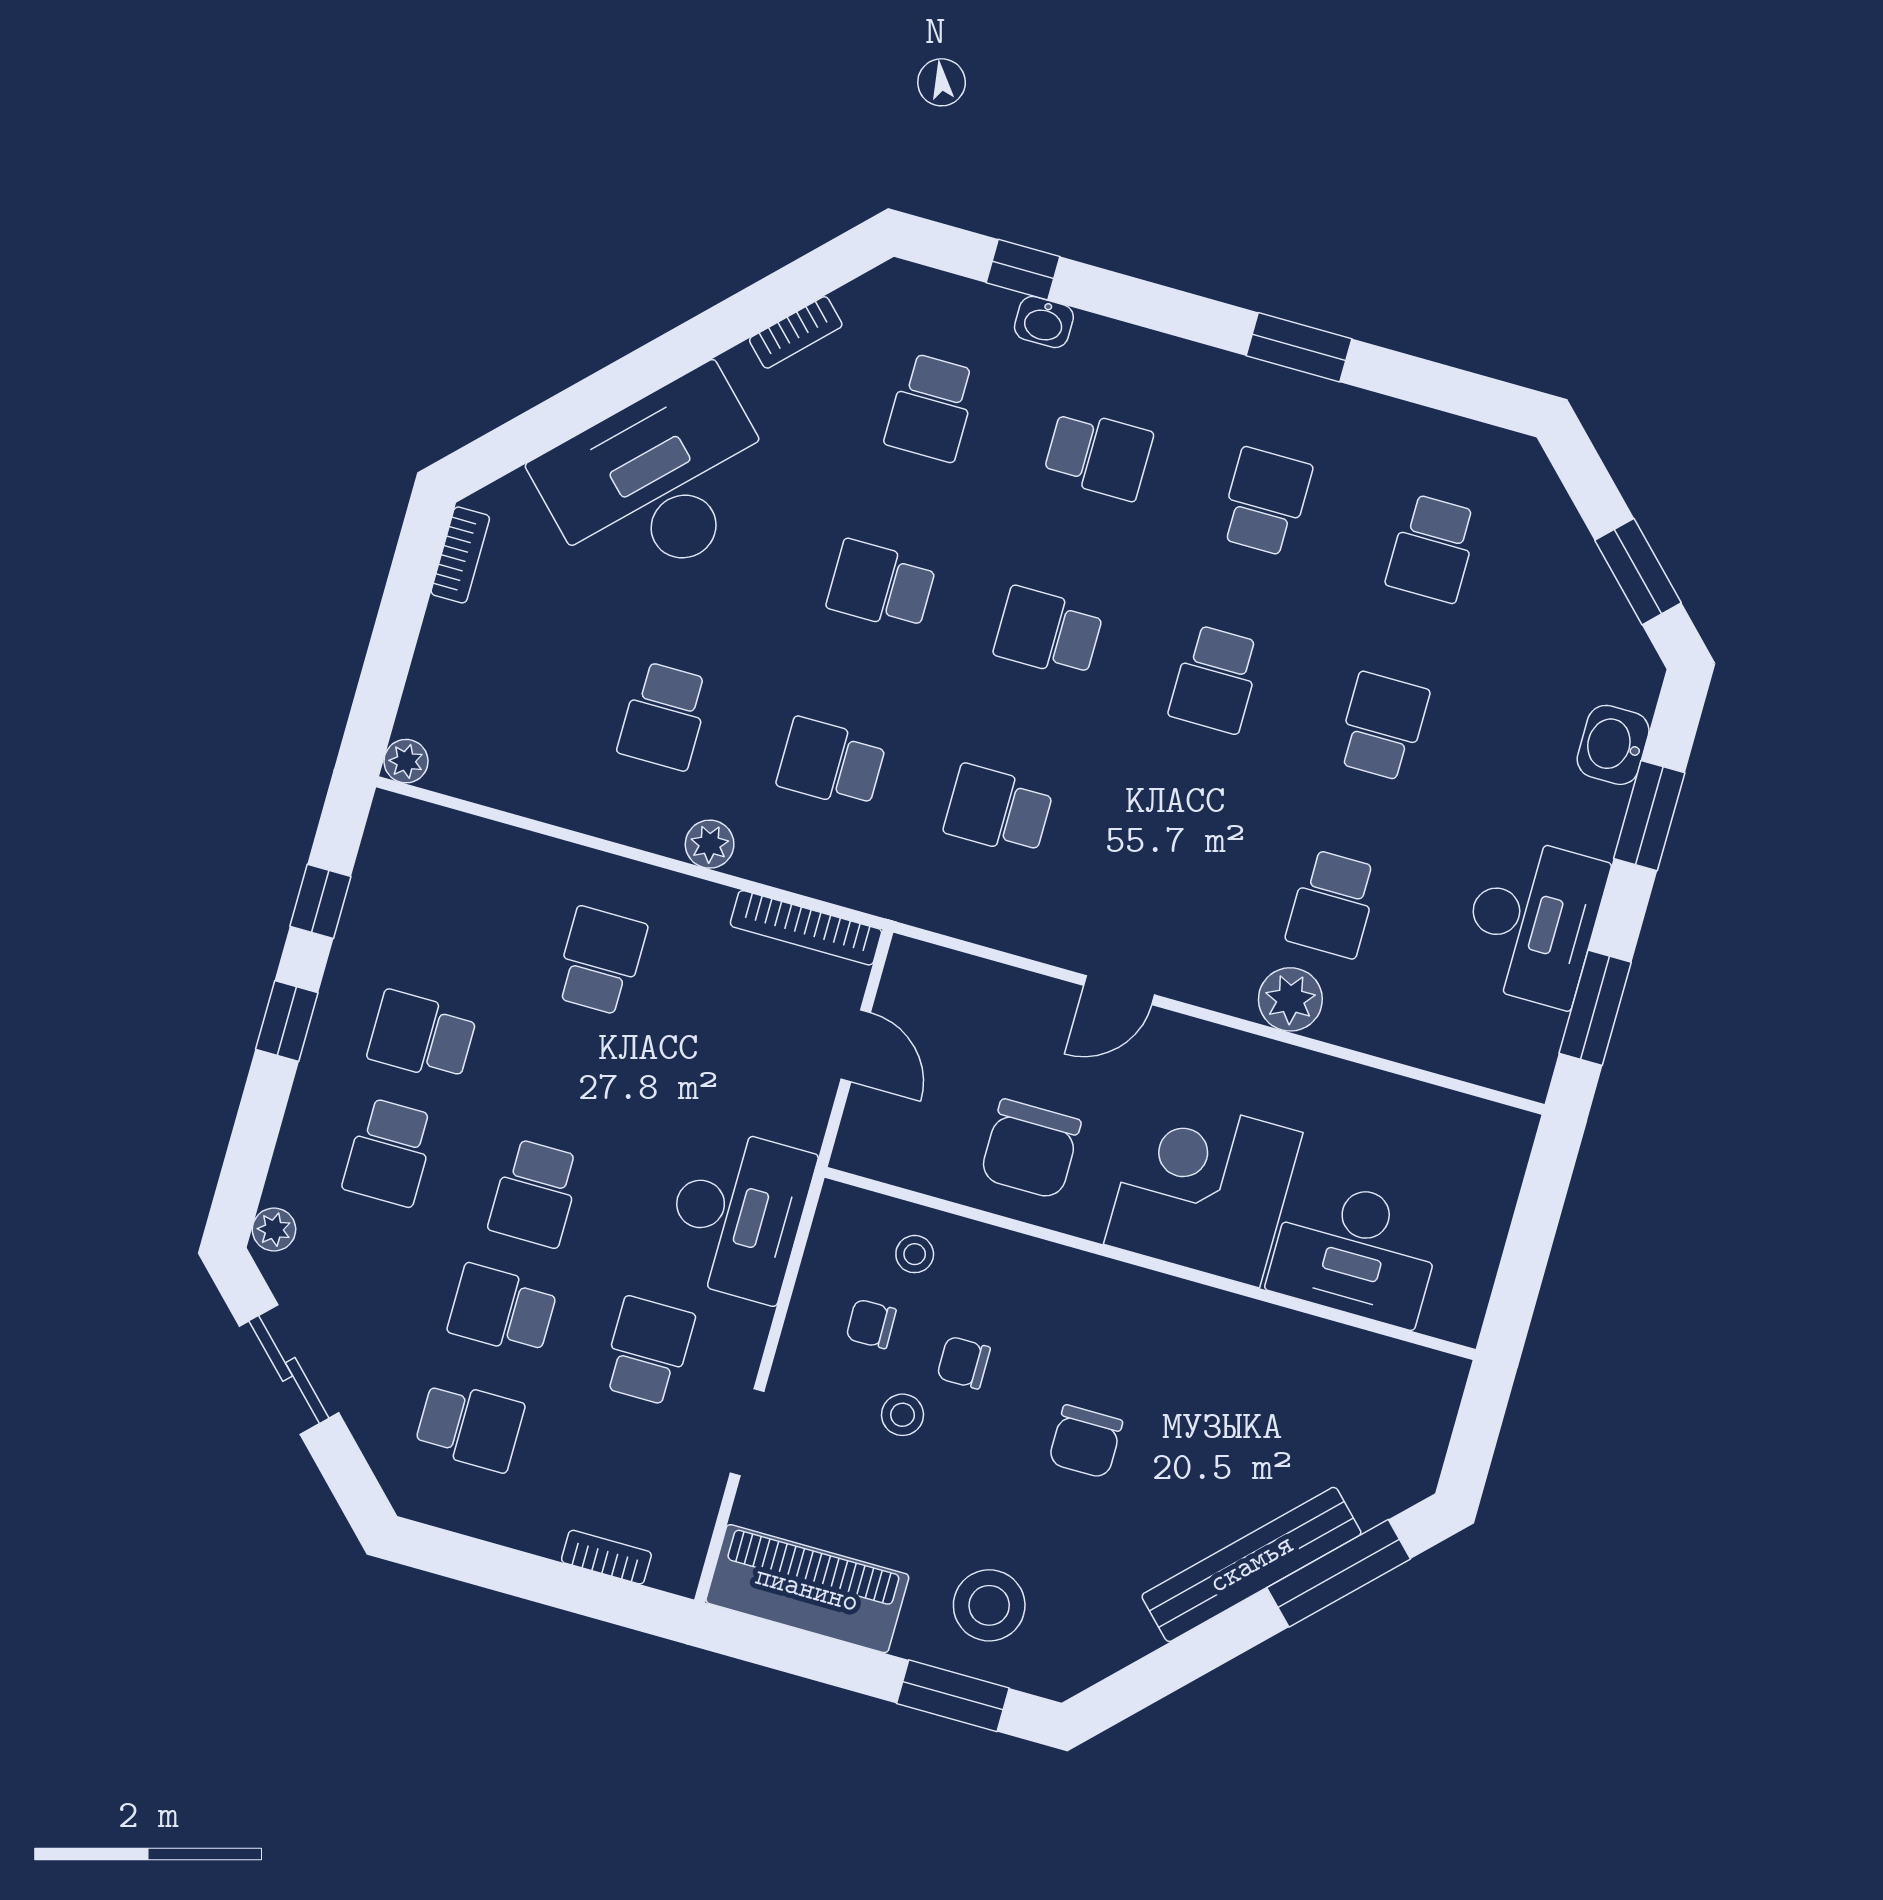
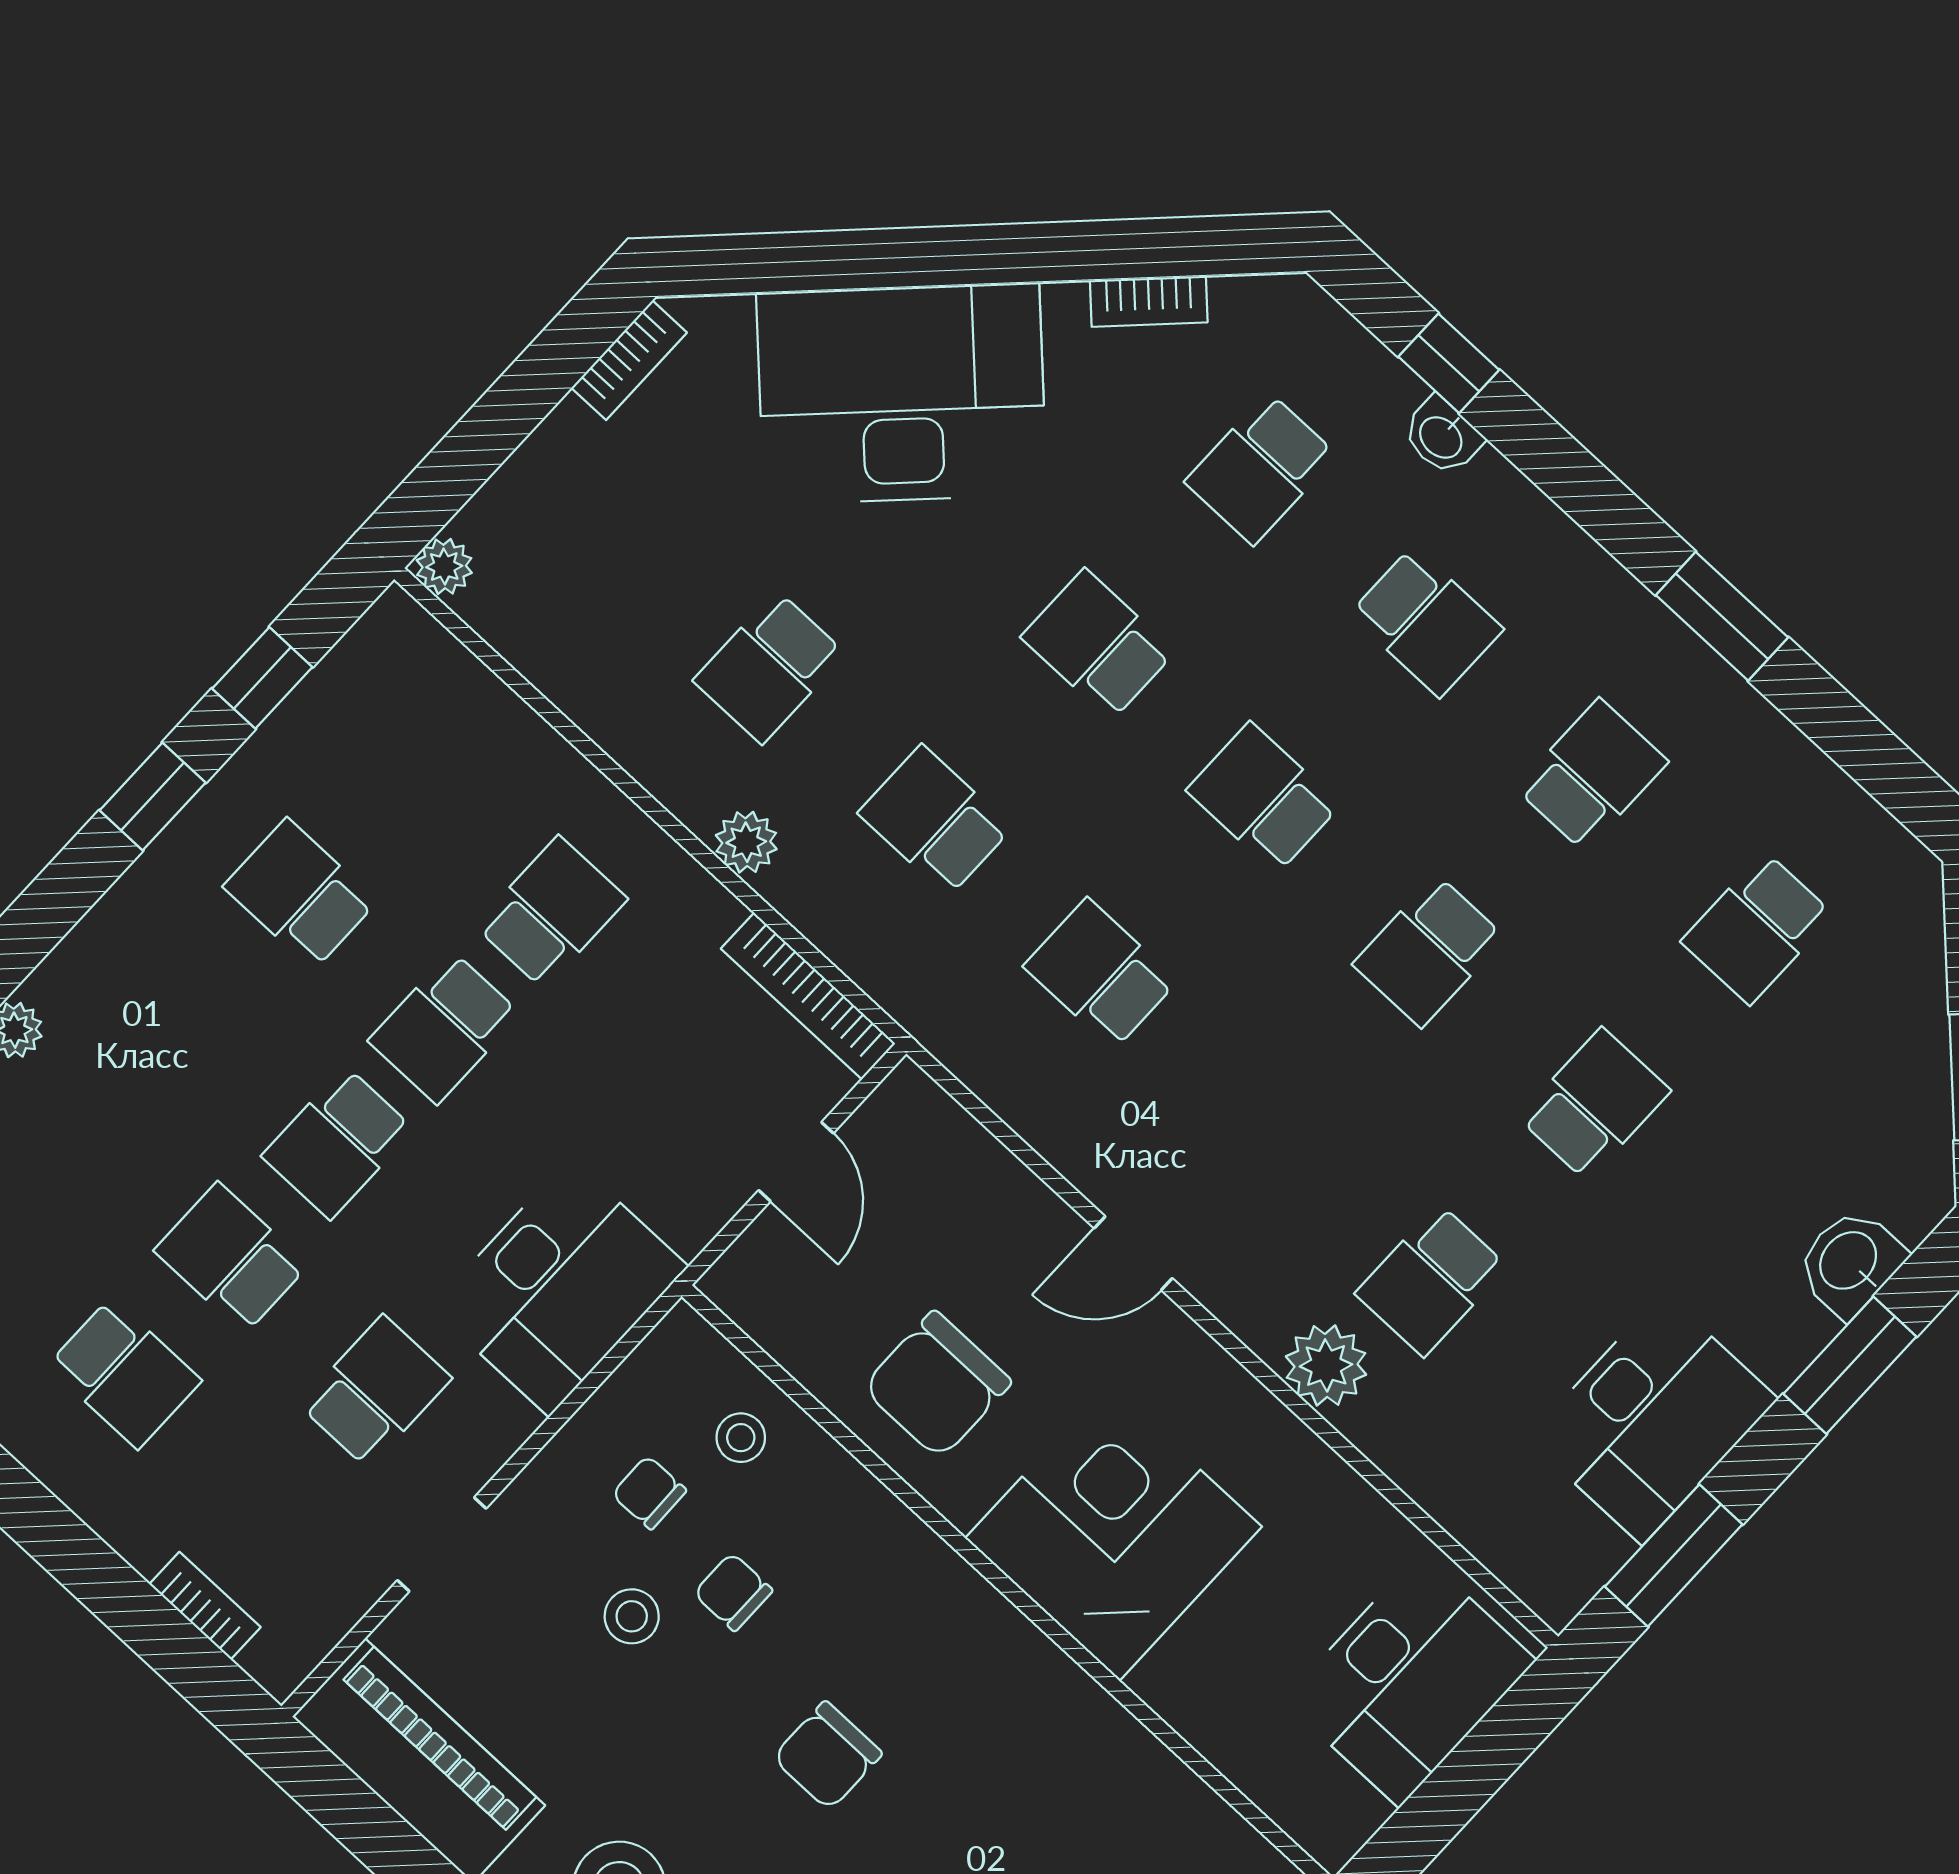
school desk: (389, 1152) -> (444, 1028), moved
desk: (1355, 1252) -> (1410, 1680), moved, turned -90

